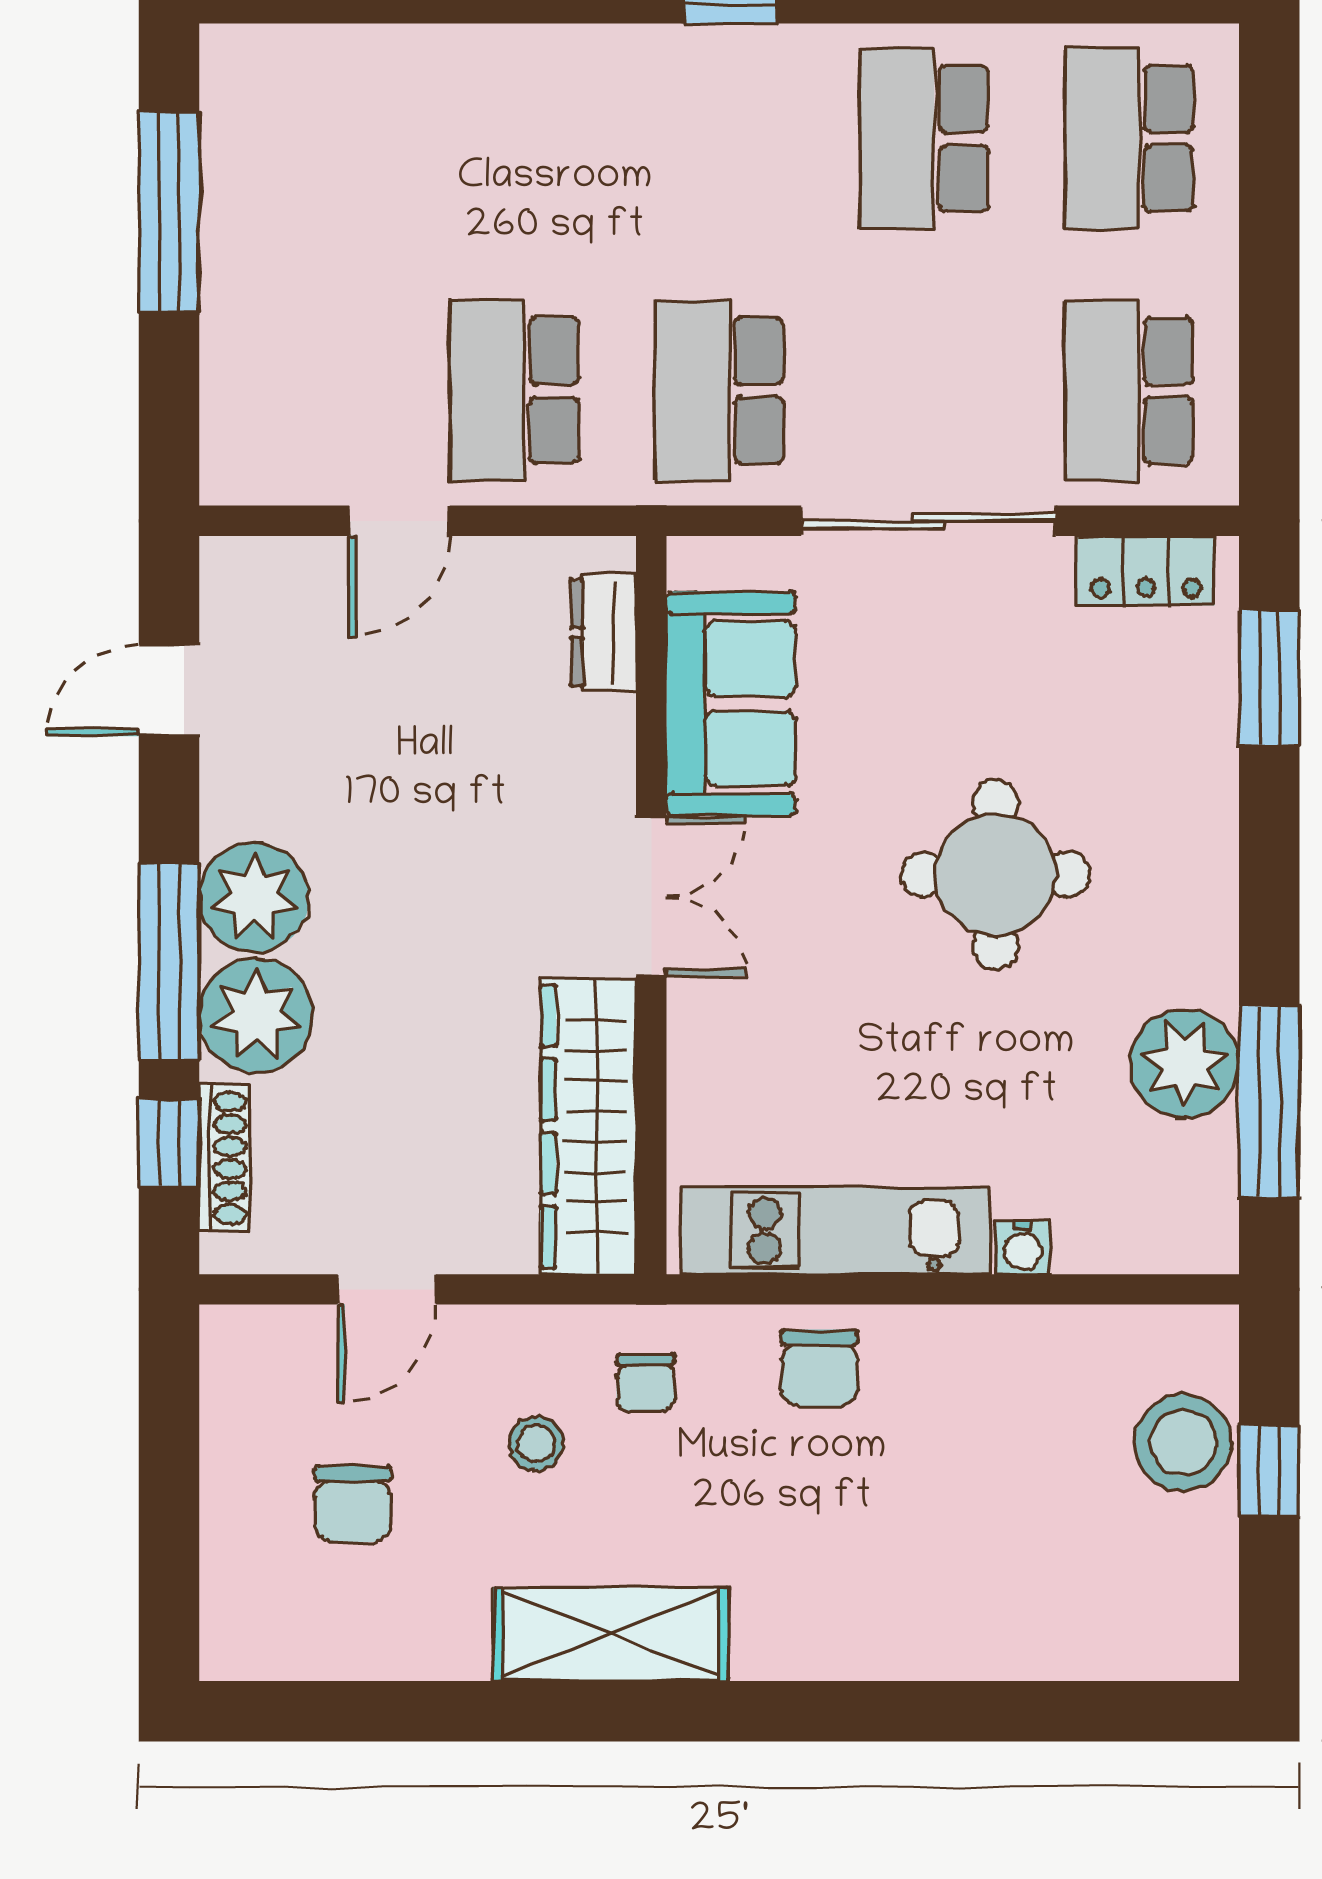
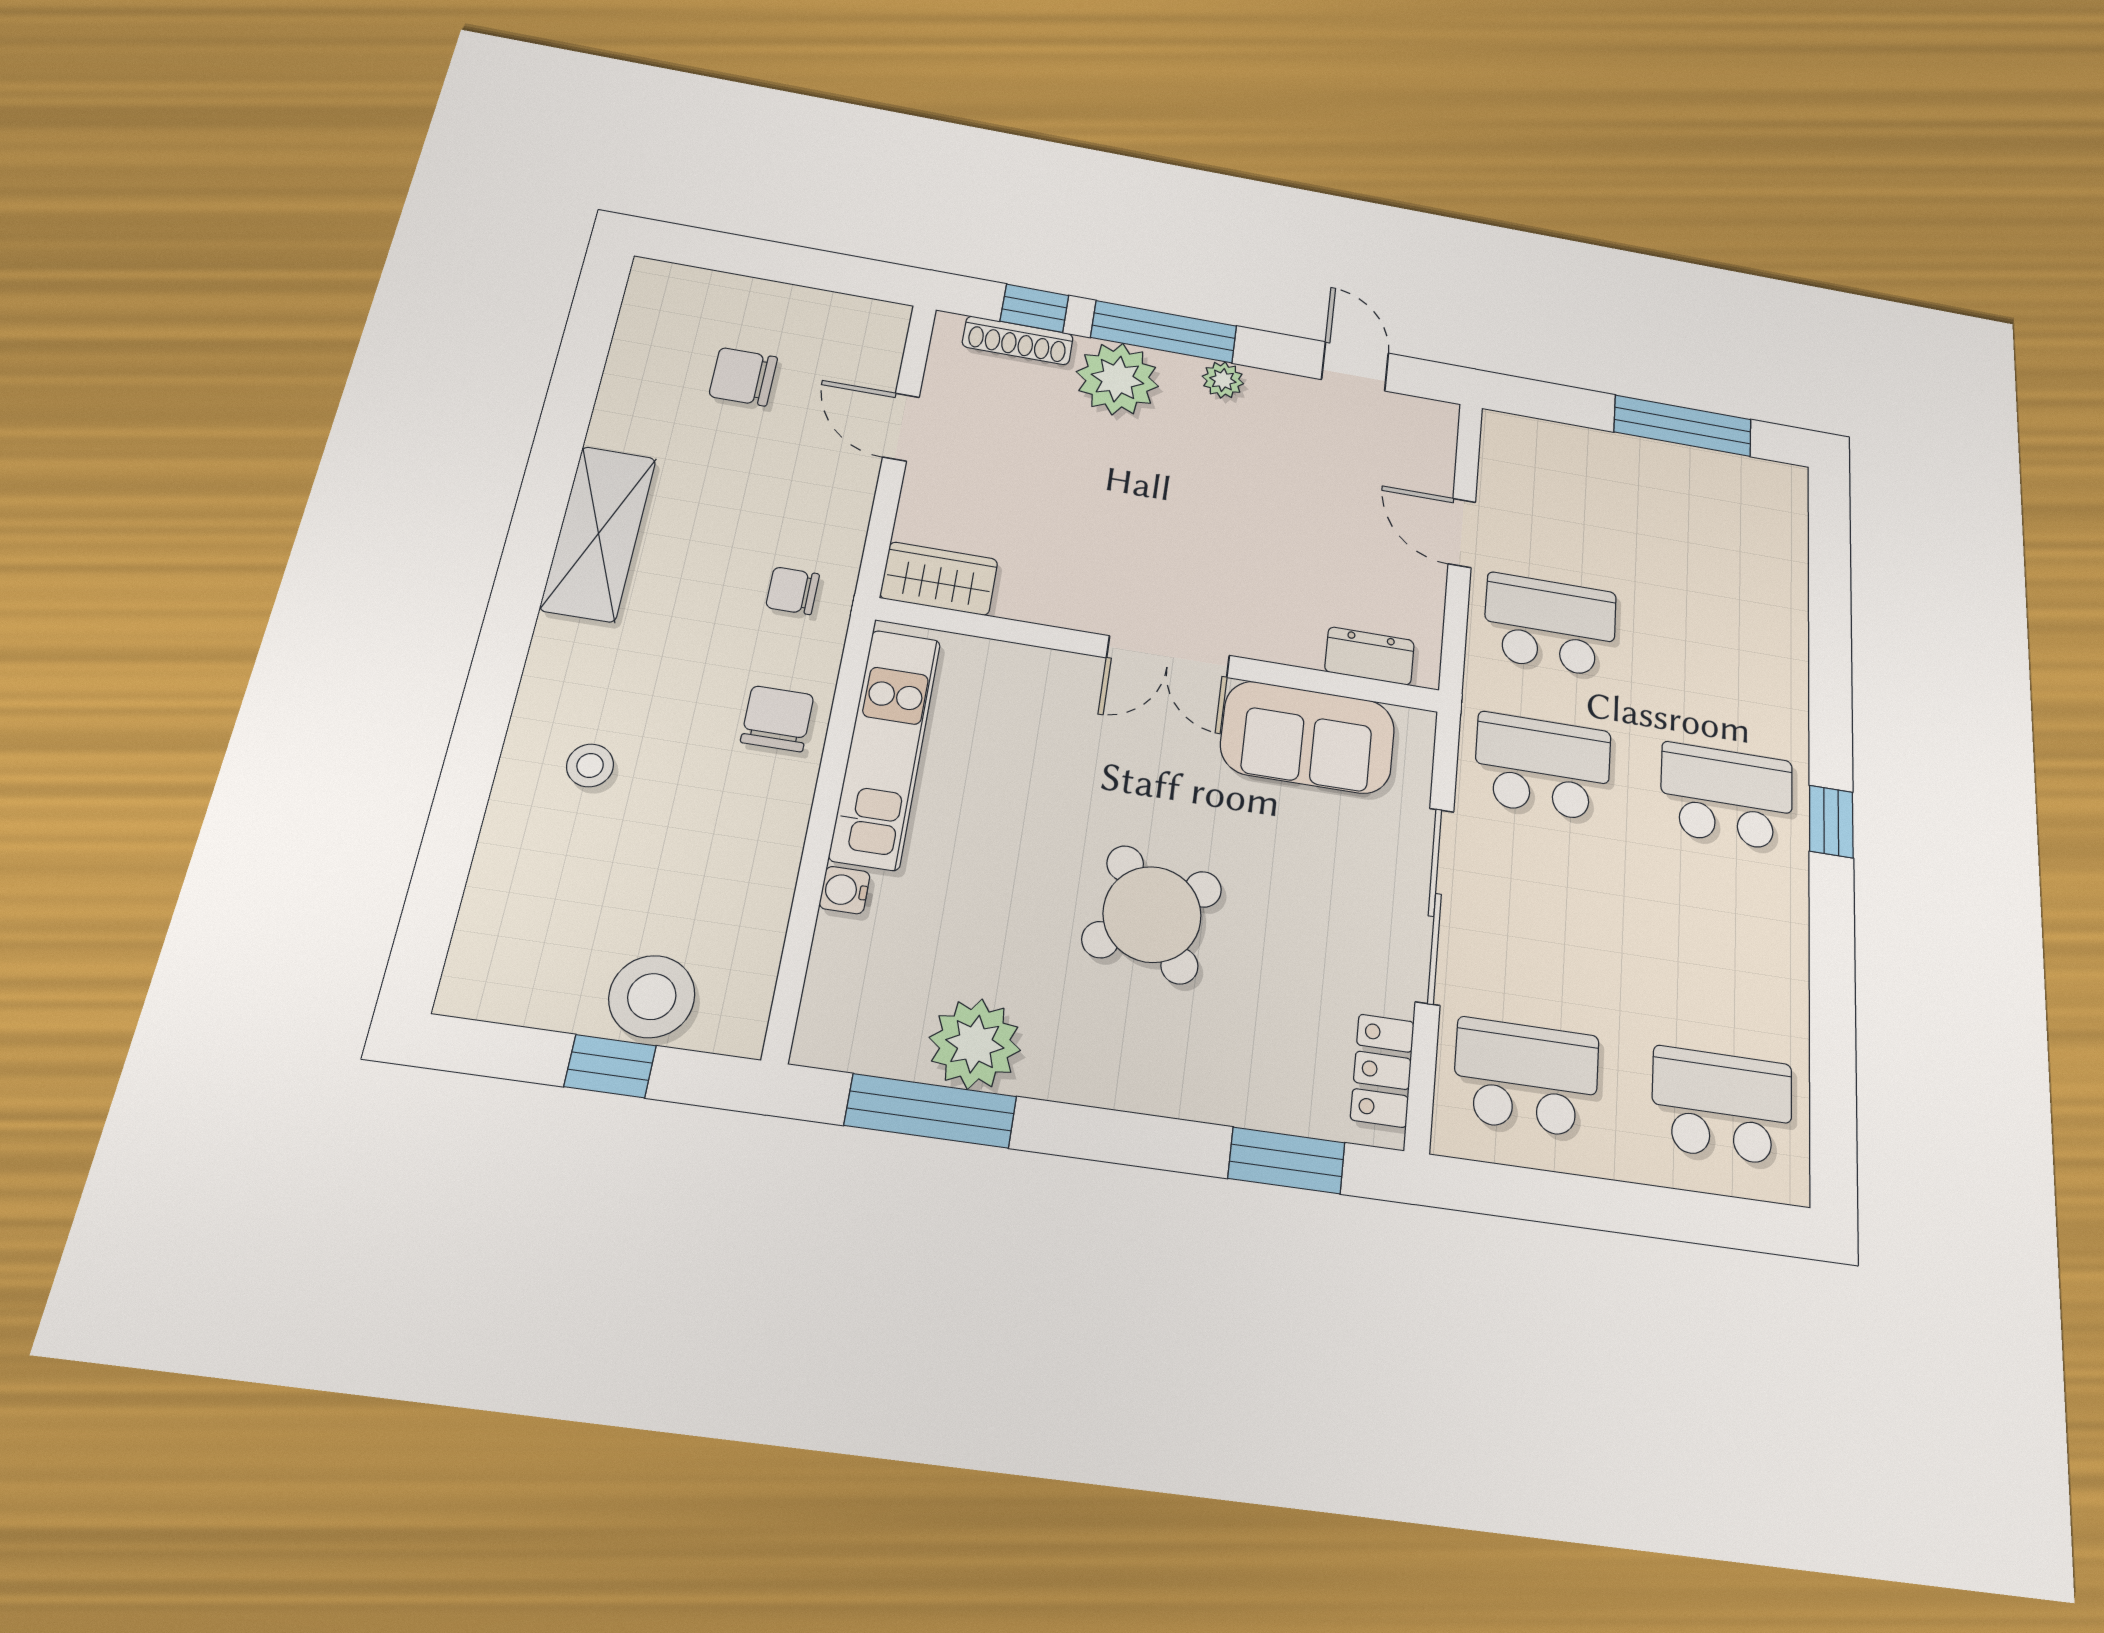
school desk: (924, 139) -> (1727, 796), moved
round table: (995, 874) -> (1152, 914), turned -35
plant: (254, 898) -> (1223, 380), width x0.53, depth x0.53
wardrobe: (588, 1126) -> (939, 579), width x0.48, depth x0.85
chair: (819, 1368) -> (777, 719), turned 90
stool: (536, 1444) -> (590, 765), moved

